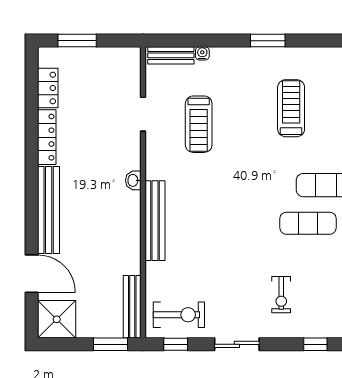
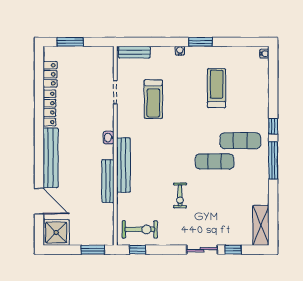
water cooler: (202, 53) -> (180, 51), moved
exercise mat: (308, 223) -> (215, 161), moved
exercise bike: (281, 295) -> (180, 195), moved
bench: (132, 307) -> (108, 181), moved
sliding door: (237, 344) -> (202, 250), moved

